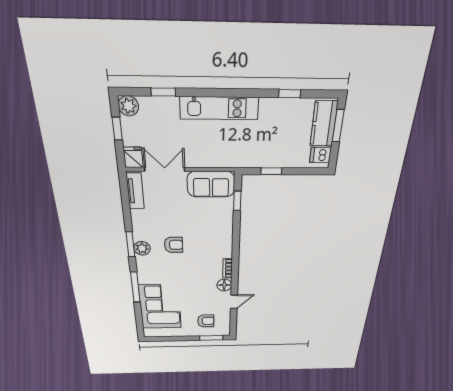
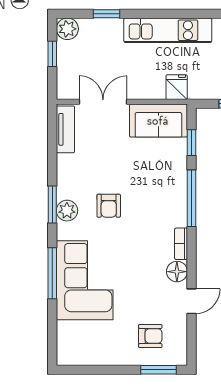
fridge: (133, 157) -> (177, 87), moved
window: (236, 239) -> (191, 198), added
armchair: (174, 245) -> (109, 206), turned 90
corner sofa: (160, 307) -> (85, 280), moved

